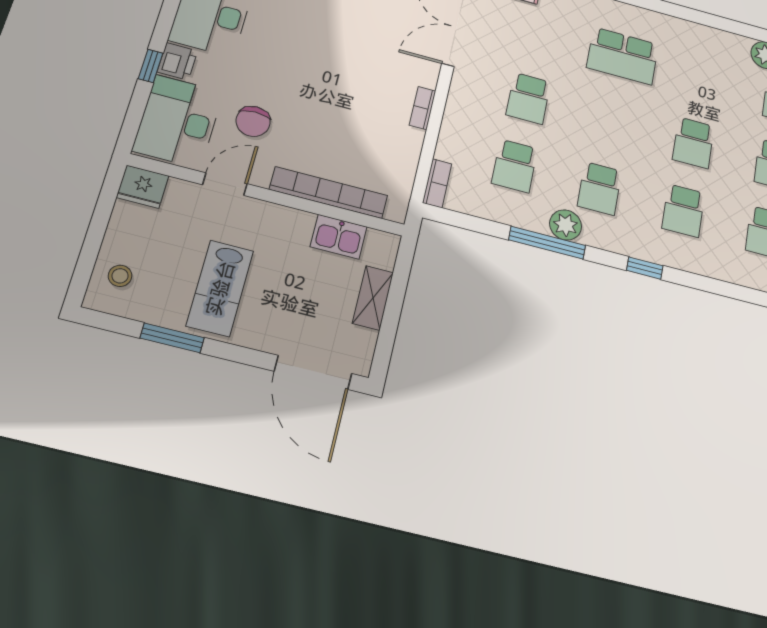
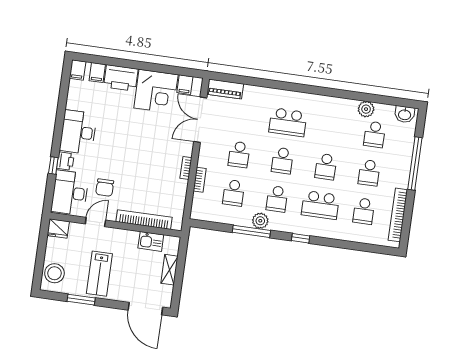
school desk: (611, 121) -> (282, 161), added
bookcase: (437, 183) -> (200, 180), moved
school desk: (683, 211) -> (320, 205), width x1.85
stool: (120, 276) -> (54, 273), width x1.89, depth x1.89

